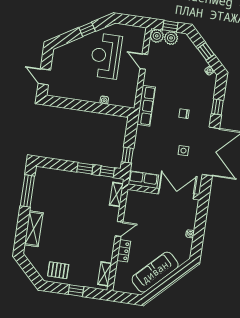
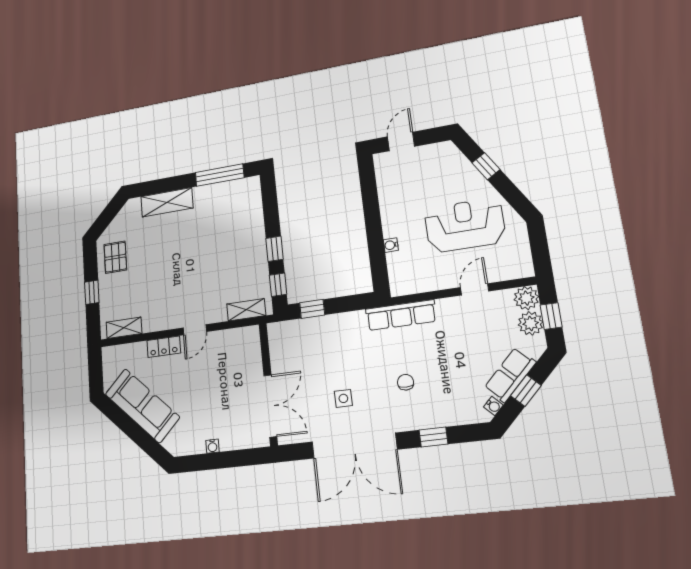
window: (87, 29) -> (486, 166), moved
row of seats: (143, 180) -> (510, 375), moved, turned -135
door: (119, 229) -> (195, 330), hinge flipped

